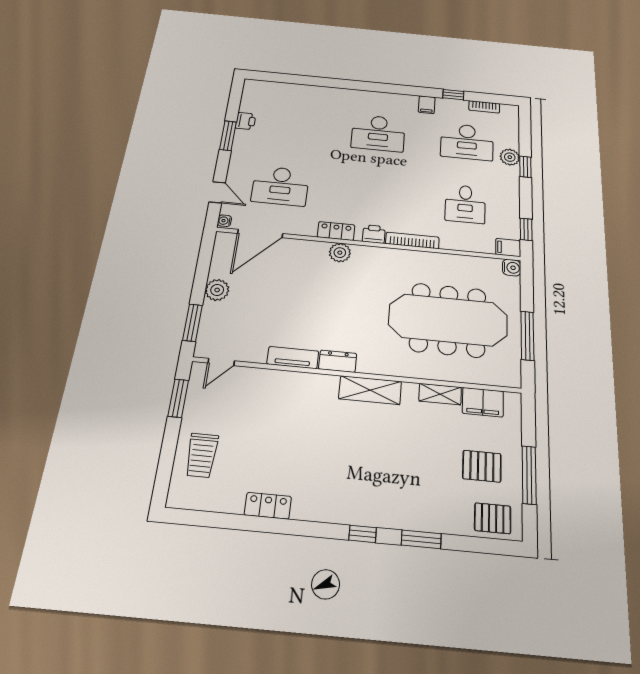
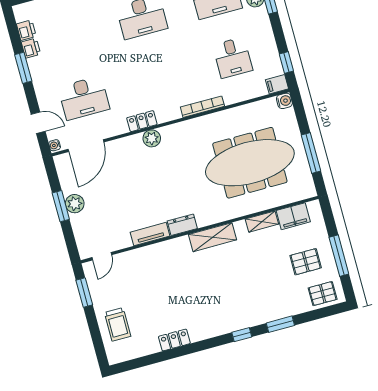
printer: (374, 234) -> (26, 30), moved, turned 90
window: (193, 323) -> (61, 206), moved

